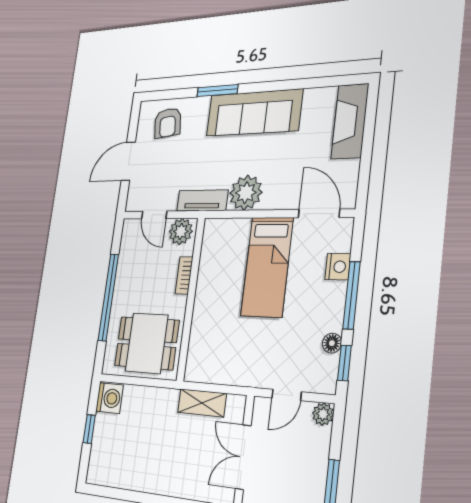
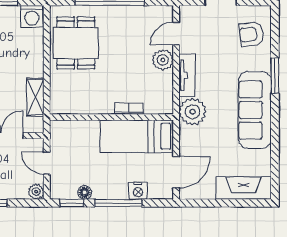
bookcase: (184, 275) -> (129, 109), moved
wall: (191, 299) -> (111, 117), moved

